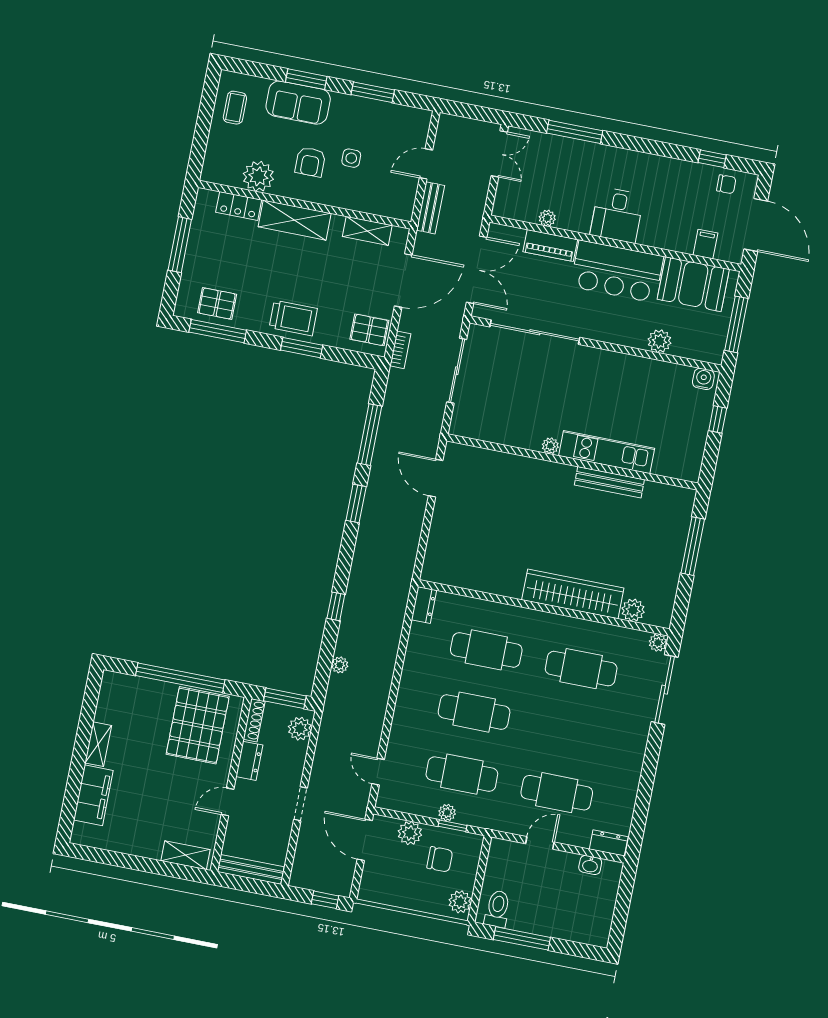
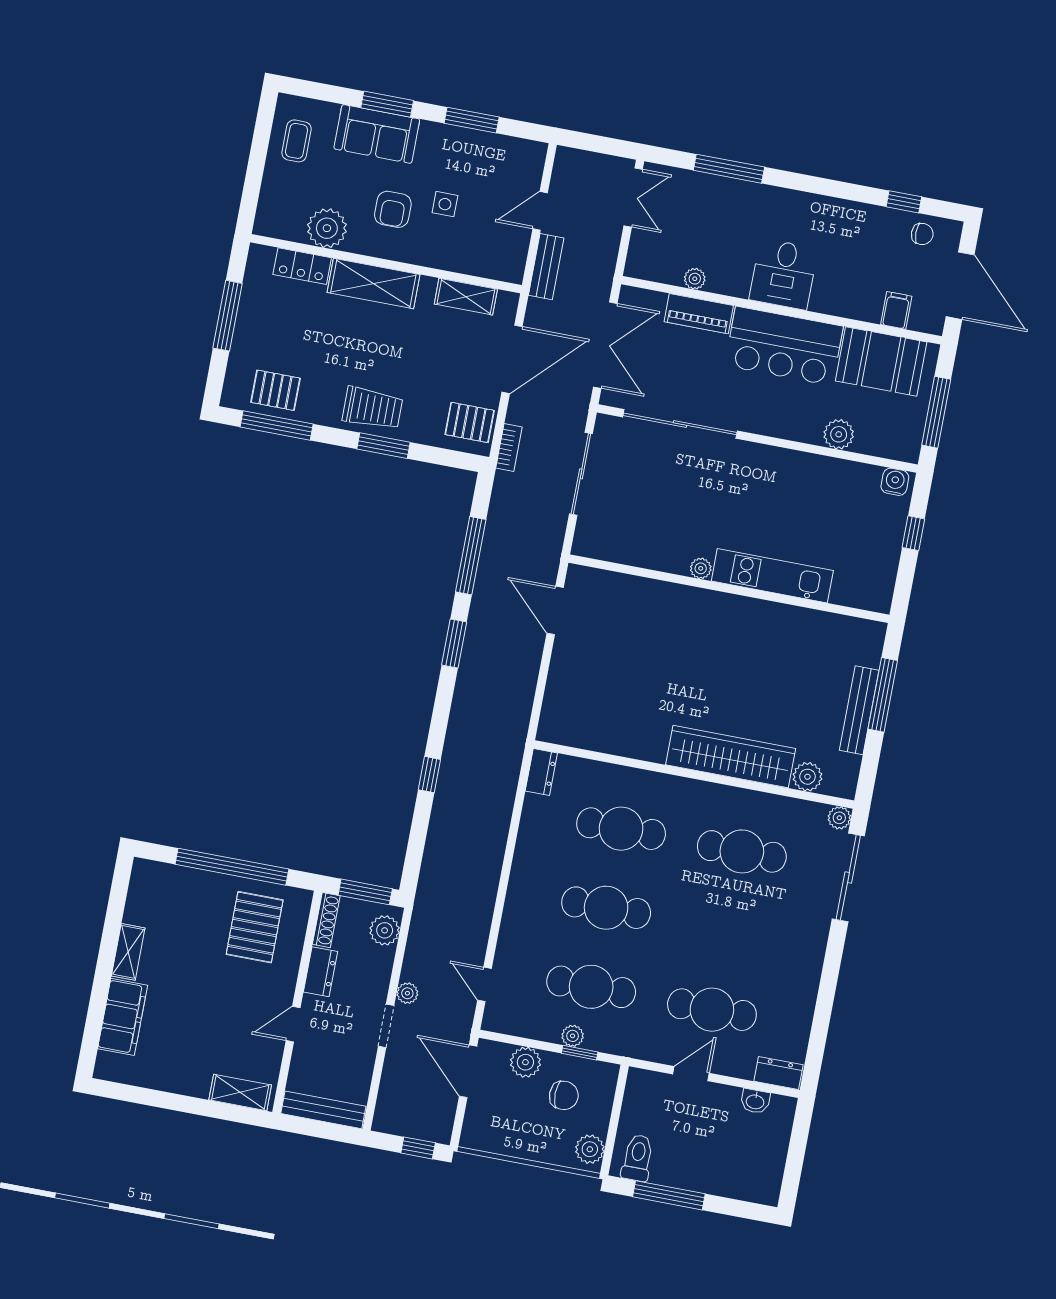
bench: (609, 482) -> (859, 710), moved, turned 90
plant: (340, 665) -> (407, 993), moved
pallet: (198, 725) -> (255, 927), width x0.73, depth x0.71

